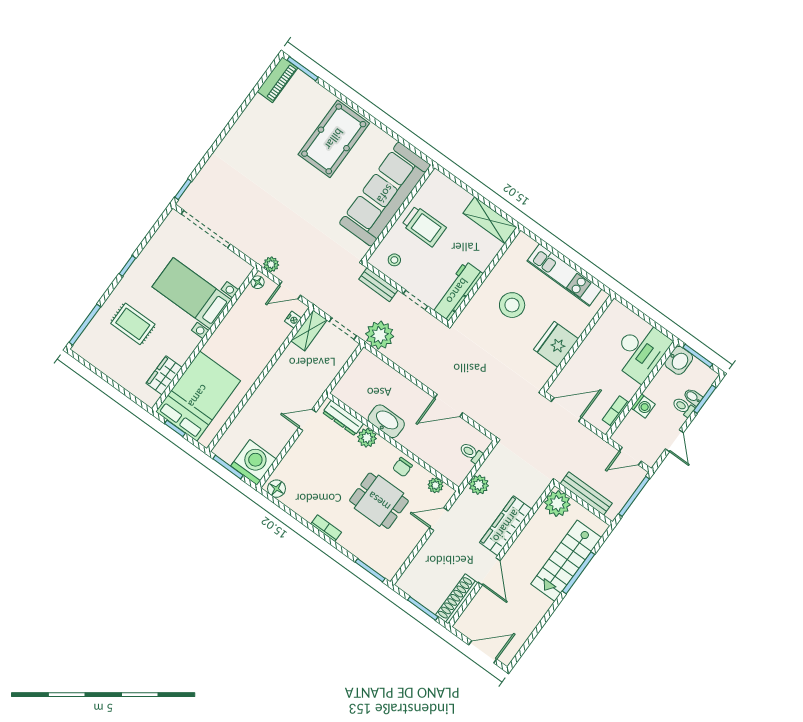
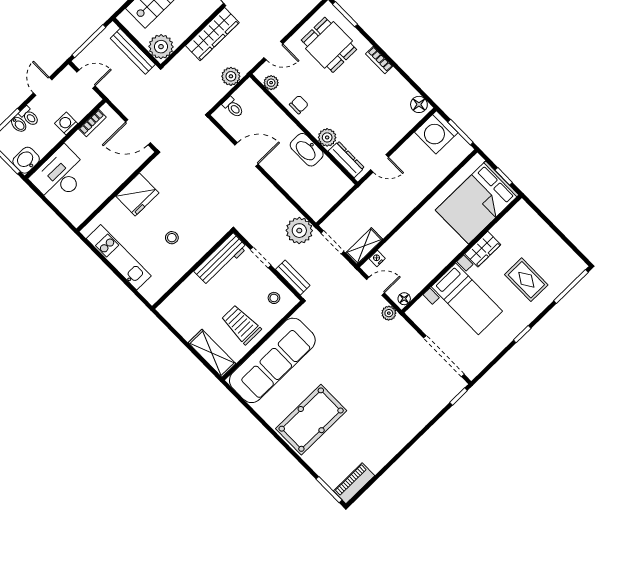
shelving: (490, 220) -> (212, 353), moved
stool: (512, 305) -> (172, 238), width x0.53, depth x0.53
wardrobe: (164, 375) -> (483, 249), moved
dining table: (379, 501) -> (329, 45), moved

